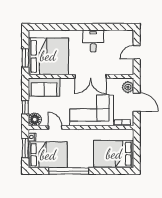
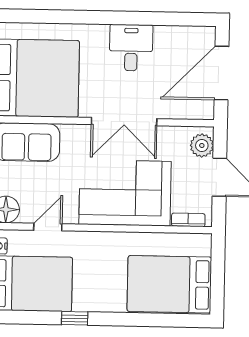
door: (137, 52) -> (221, 73), width x1.88
door: (55, 127) -> (48, 227), hinge flipped
window: (69, 171) -> (75, 318), width x0.32

